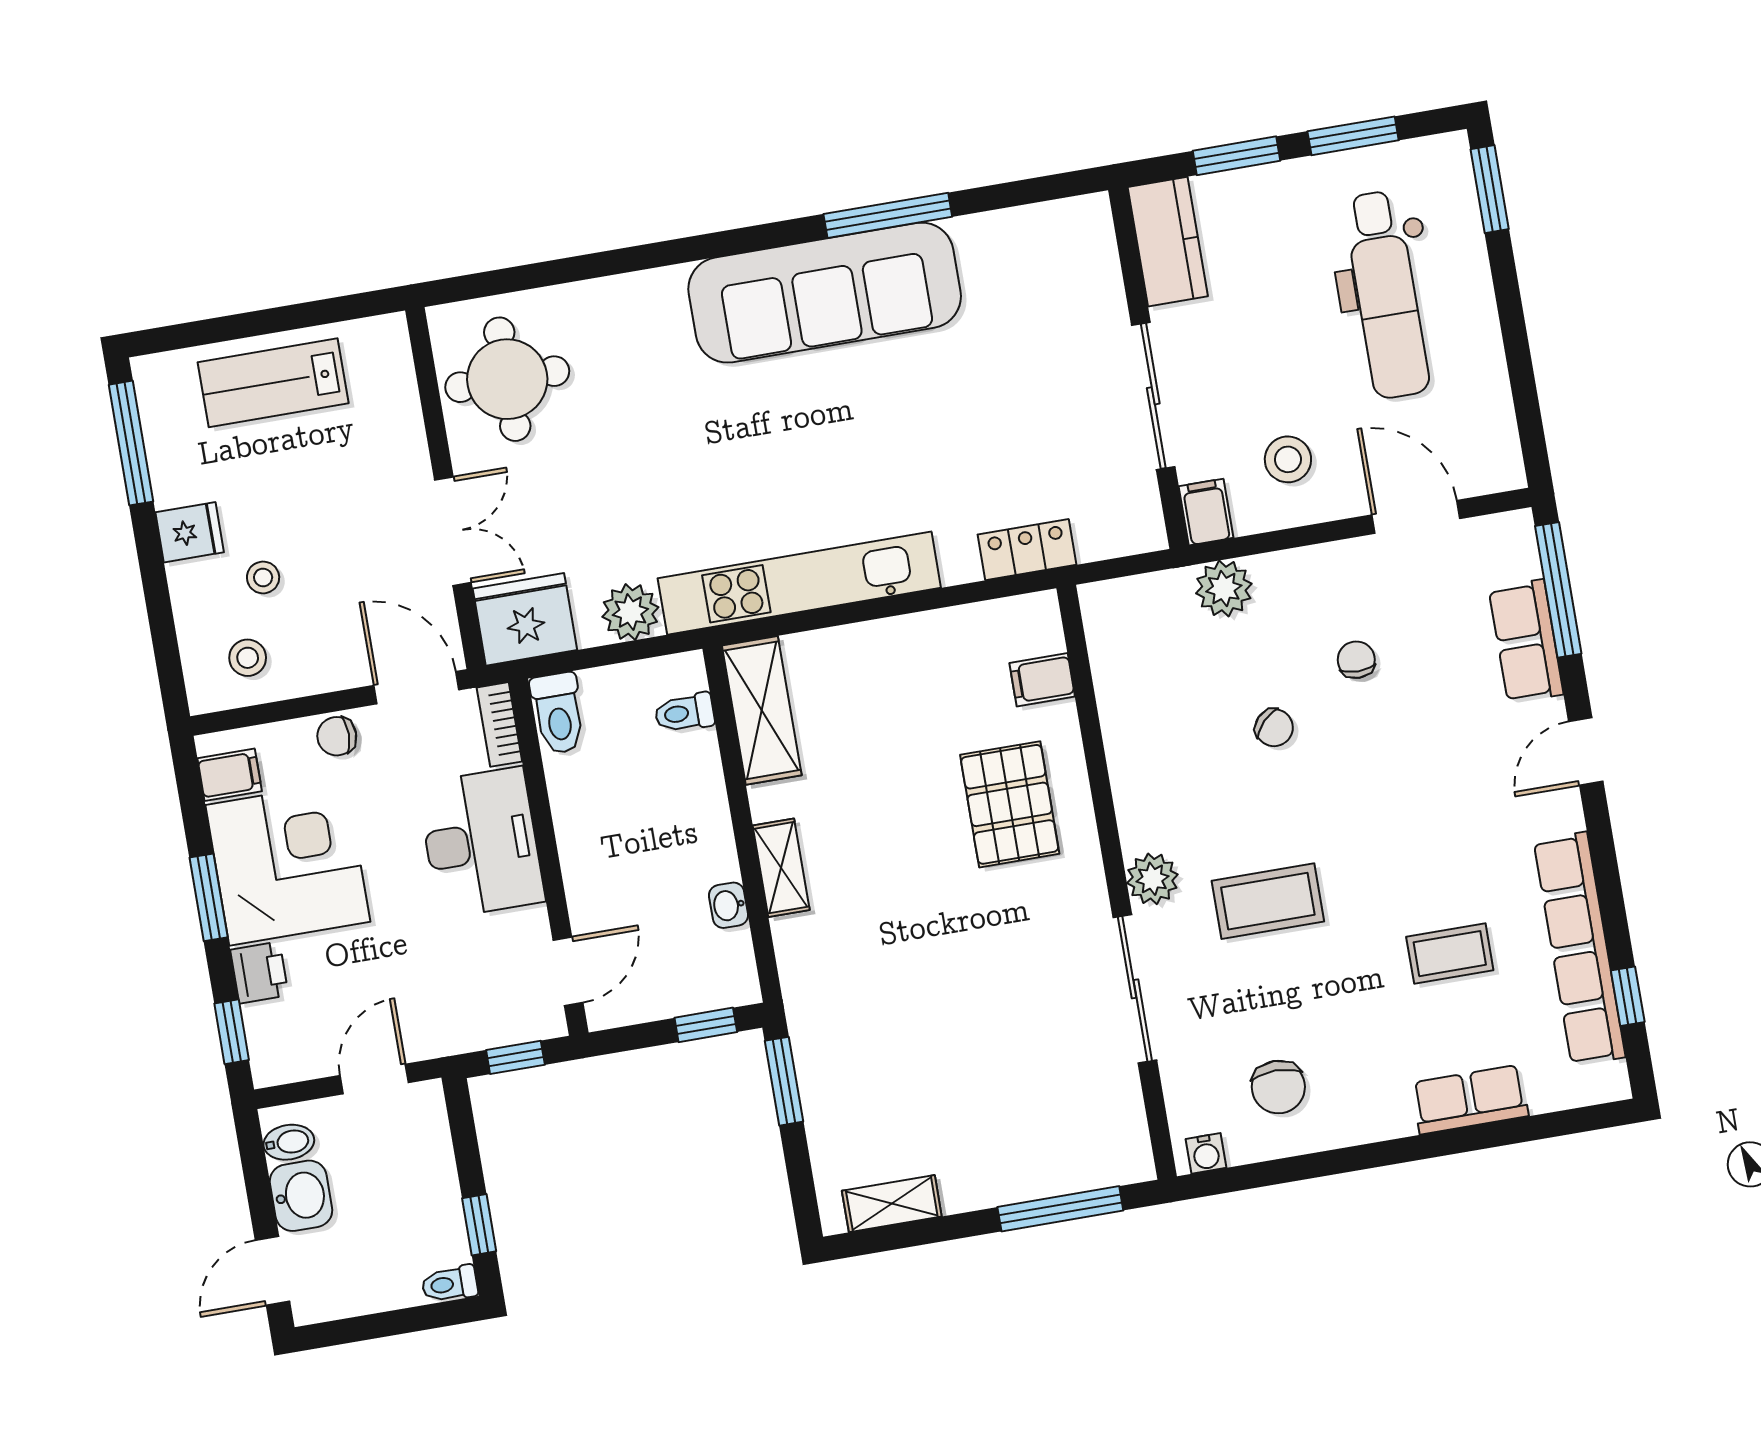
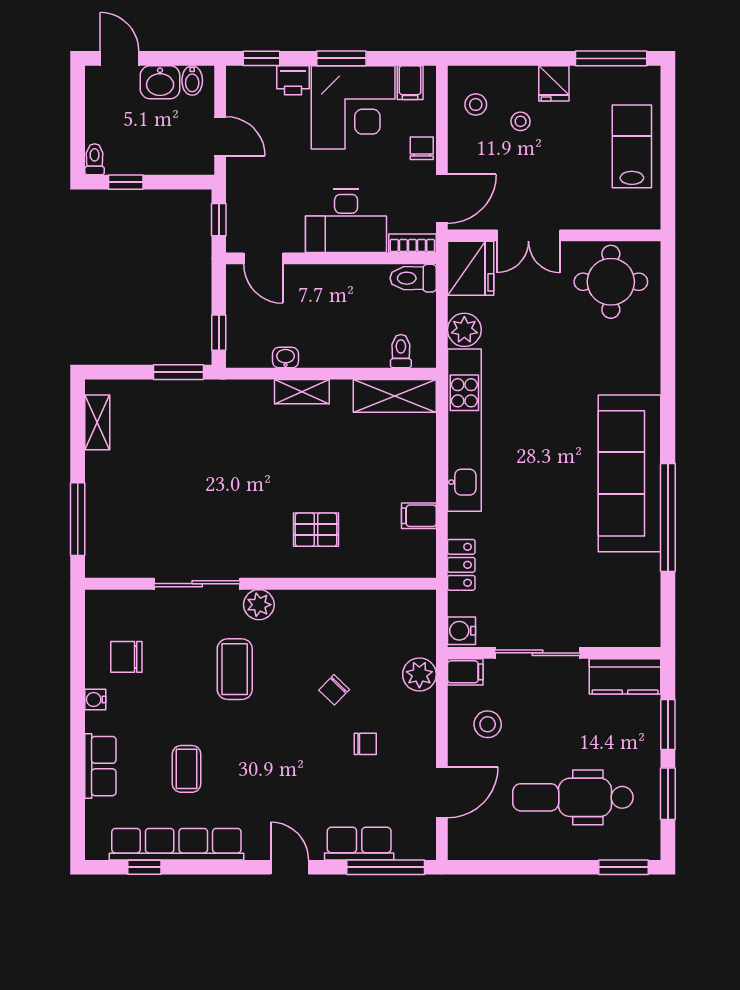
window: (888, 215) -> (668, 517), width x1.46
water cooler: (1138, 530) -> (461, 631), added
filing cabinet: (1042, 680) -> (419, 516), moved, turned -90
pallet: (1010, 804) -> (316, 530), width x0.67, depth x0.71
water cooler: (1206, 1153) -> (95, 699), moved

